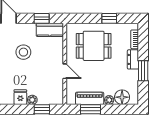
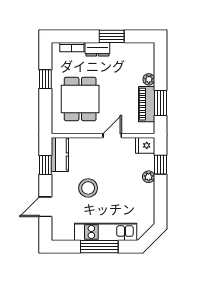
fridge: (20, 97) -> (145, 145), moved
floor lamp: (122, 97) -> (145, 63), removed

